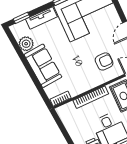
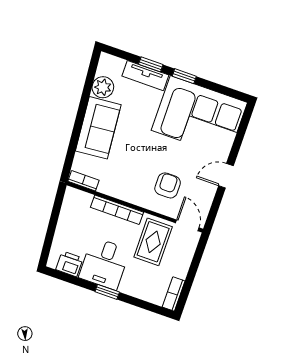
window: (22, 18) -> (151, 64), moved
armchair: (104, 61) -> (168, 185), turned -90

